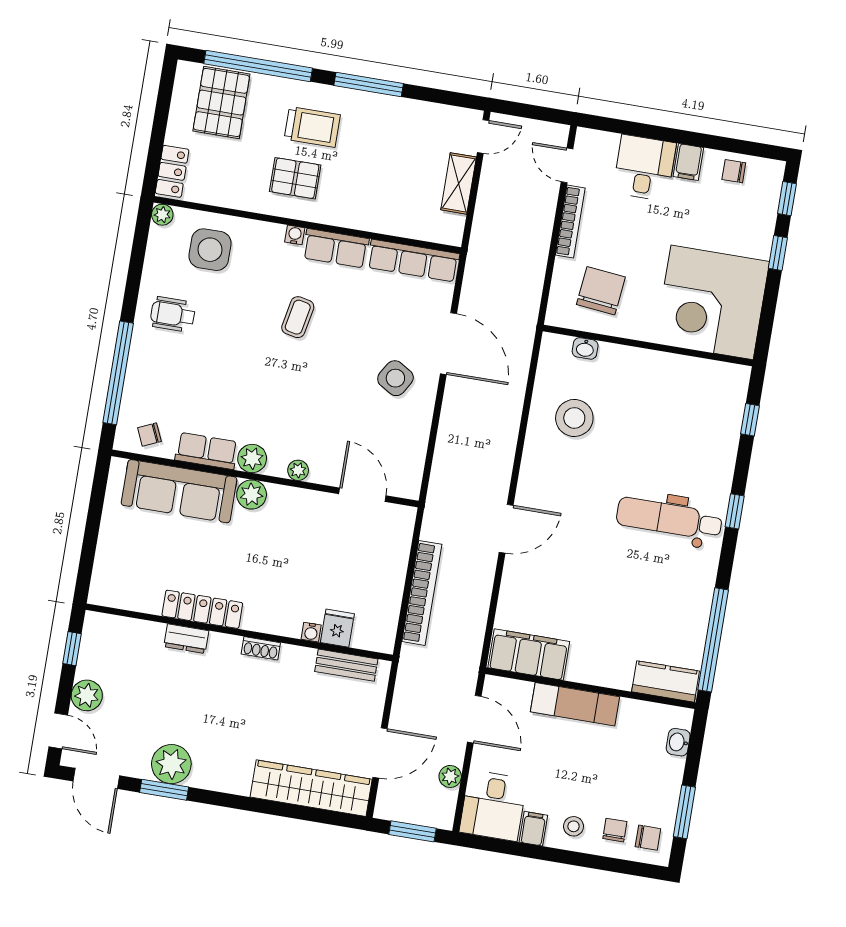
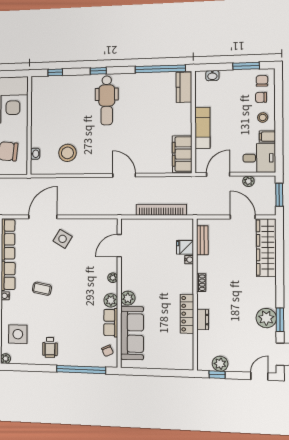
plant: (87, 695) -> (220, 364), moved

